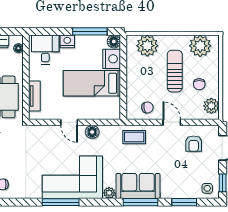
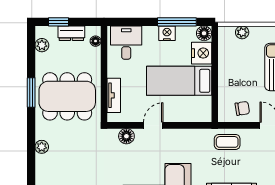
nightstand: (67, 41) -> (167, 33), moved
plant: (147, 46) -> (242, 32), width x0.53, depth x0.53
door: (69, 122) -> (153, 125), swing flipped
floor lamp: (92, 132) -> (126, 136), moved

